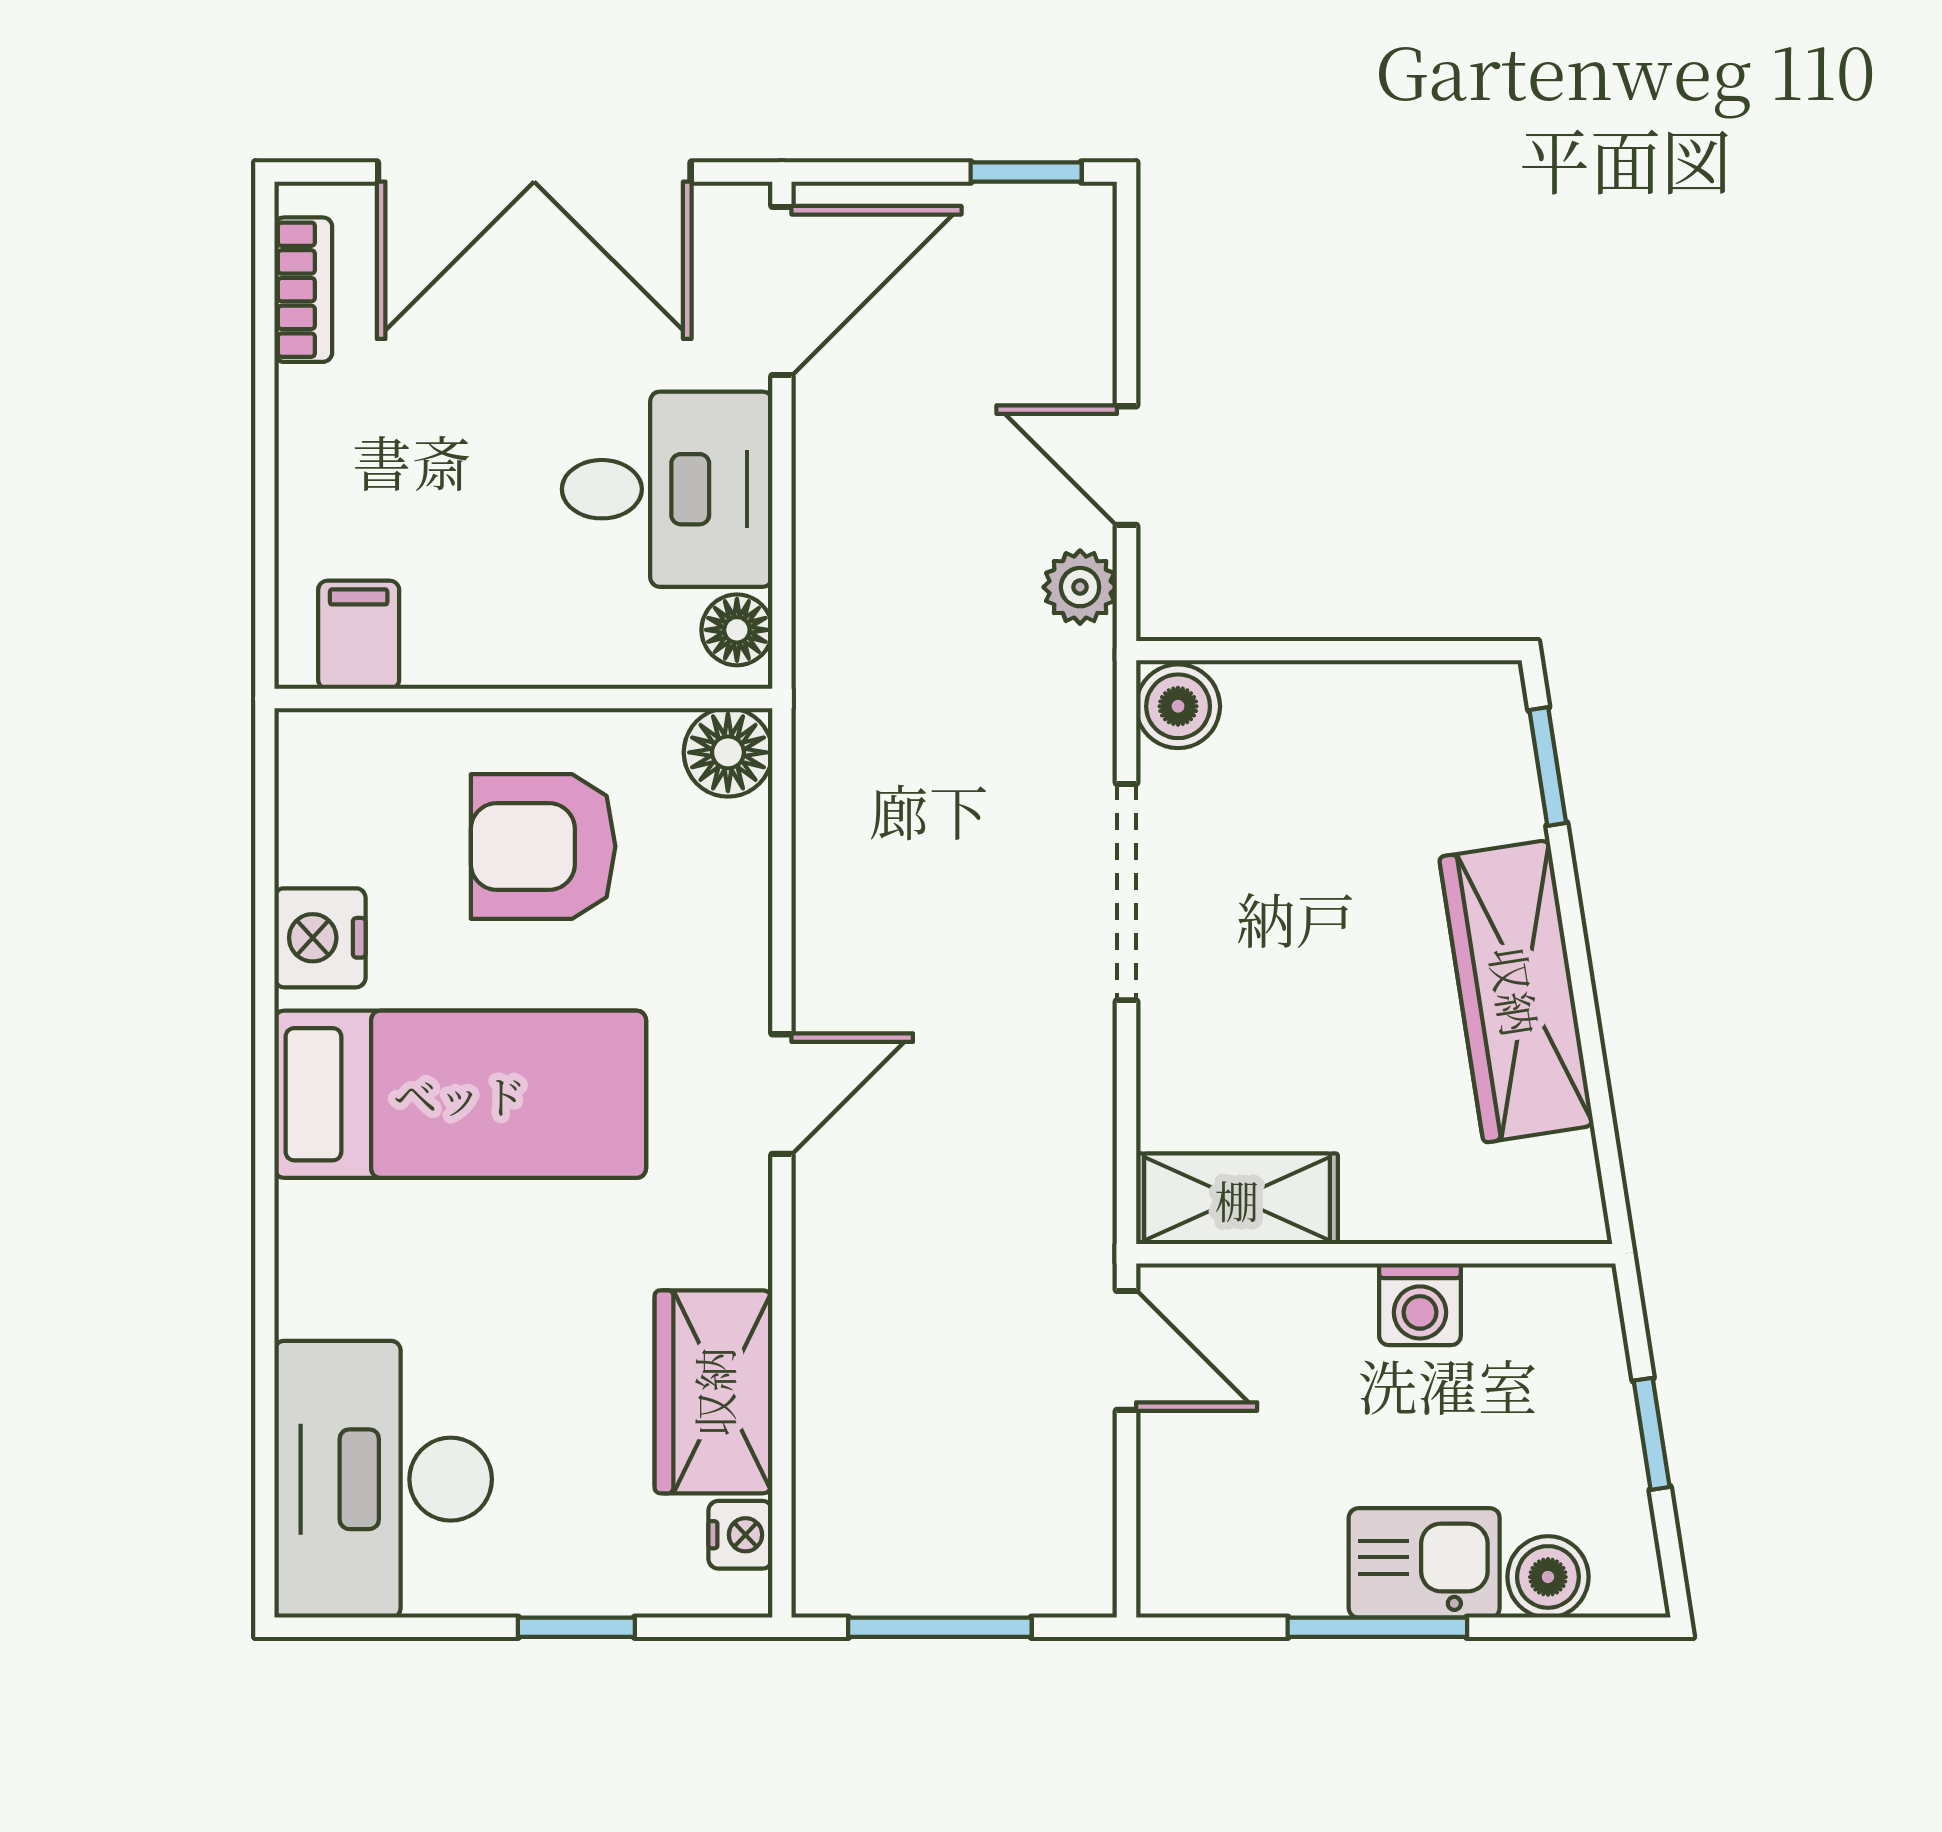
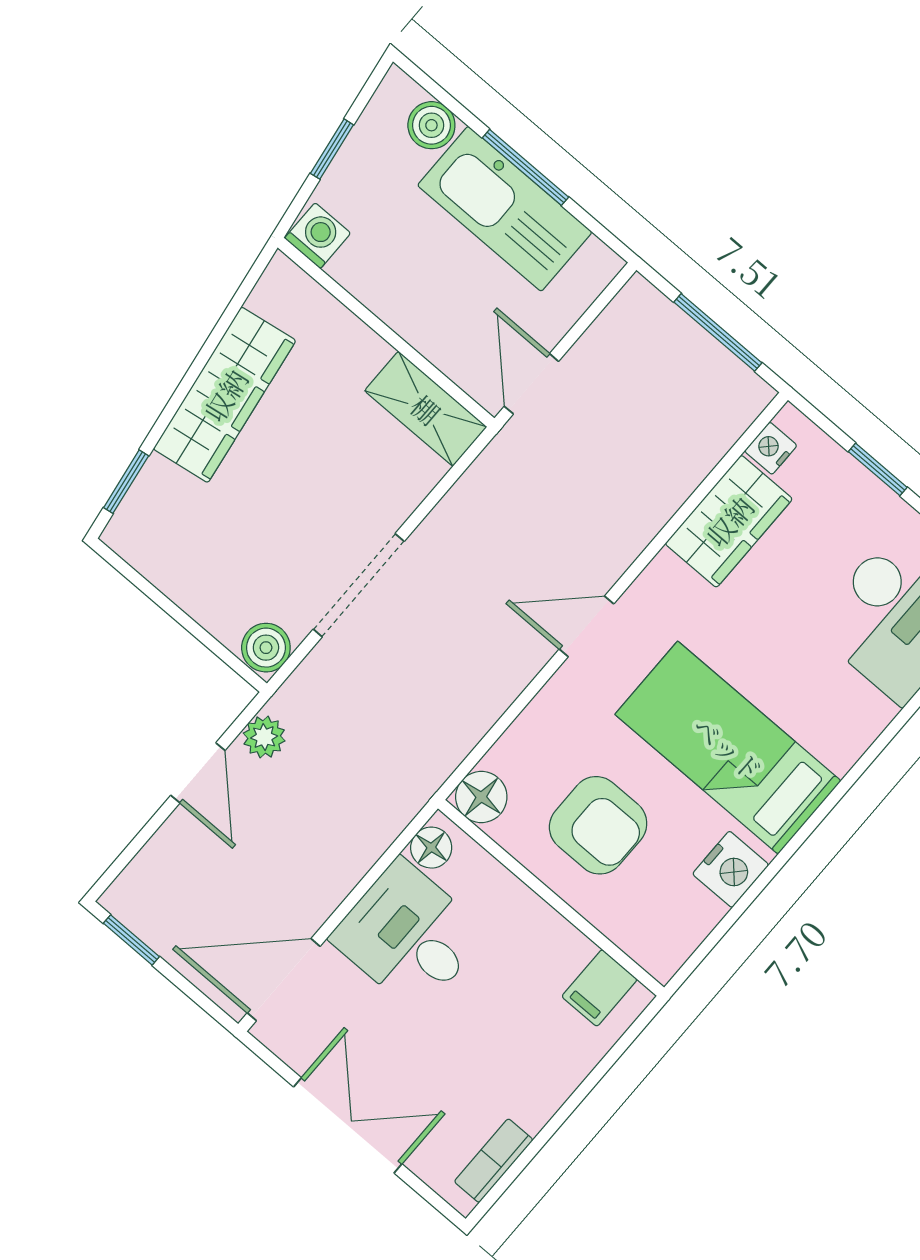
double door: (534, 172) -> (348, 1125), width x0.73
washing machine: (1420, 1304) -> (318, 236), moved
kitchen sink: (1424, 1563) -> (505, 209), width x1.87, depth x1.24

